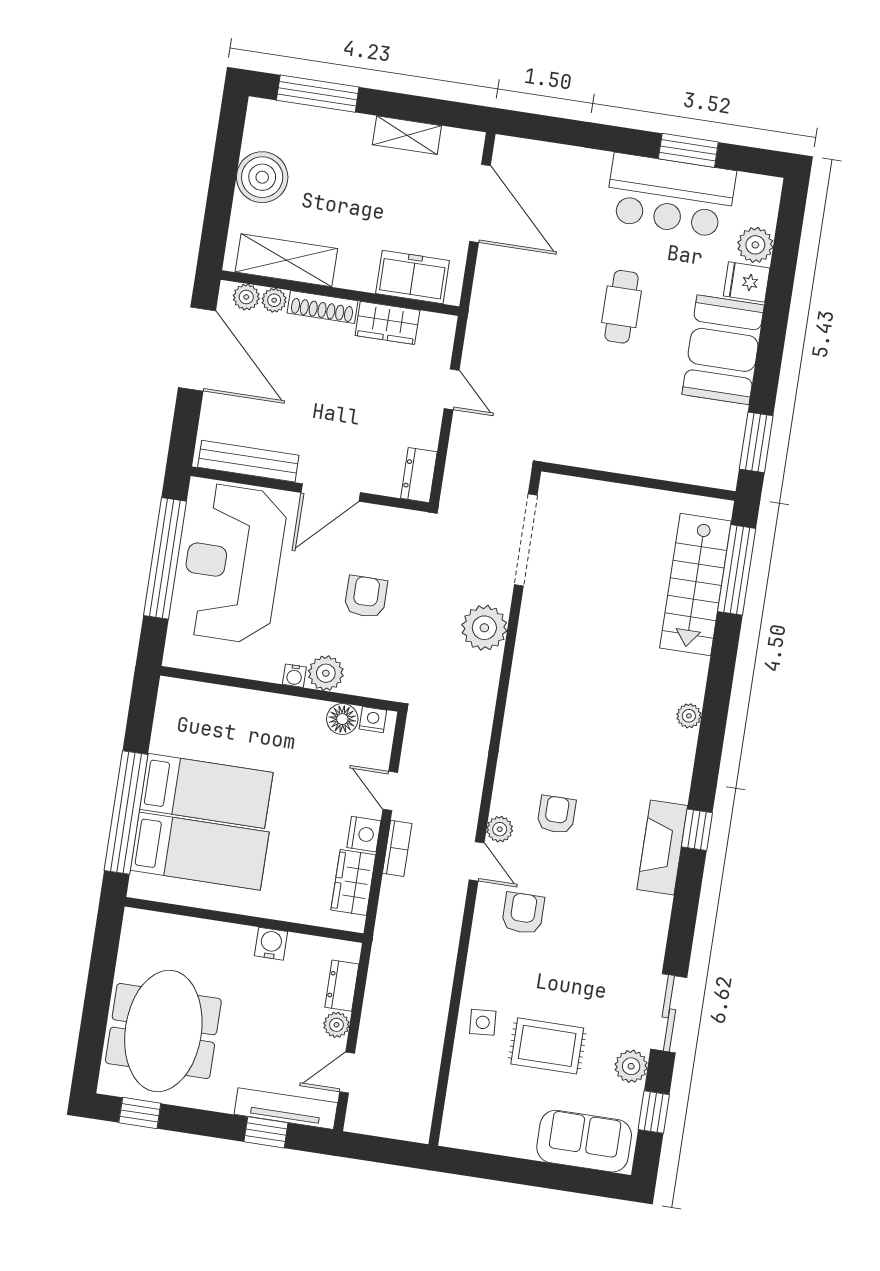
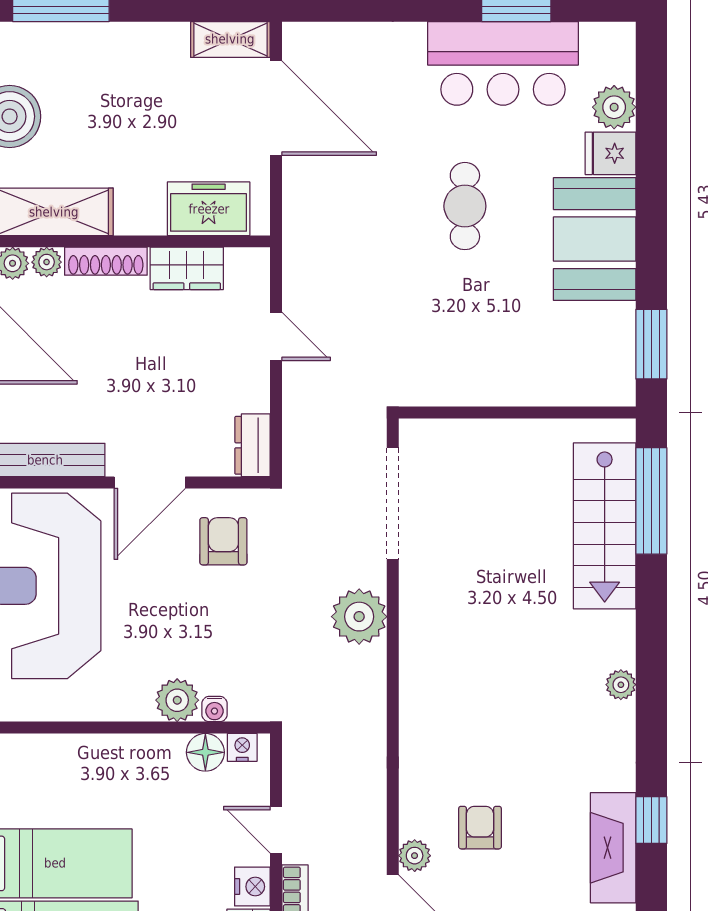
shelving: (407, 135) -> (230, 39), moved
armchair: (366, 597) -> (223, 541), moved
water cooler: (294, 676) -> (214, 709), moved

